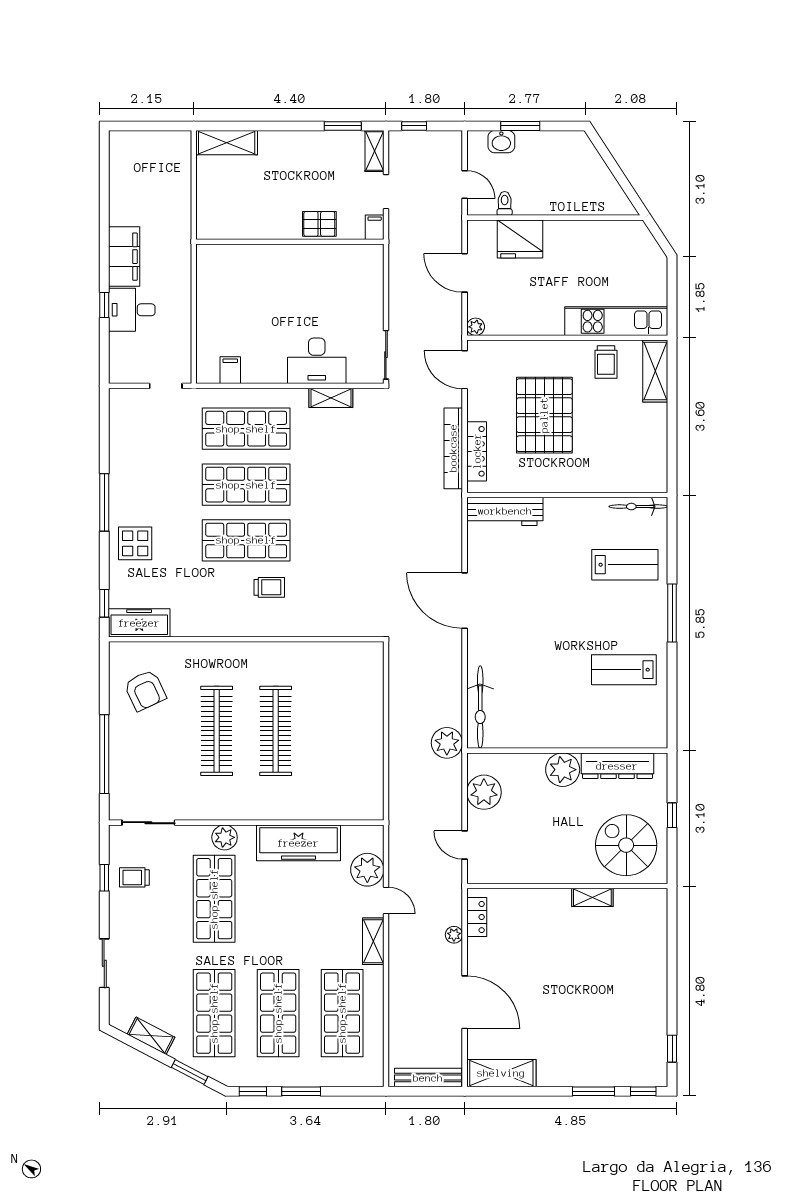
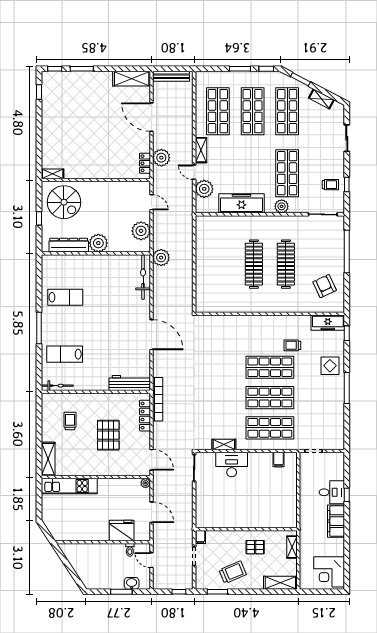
shelving: (374, 151) -> (292, 547), moved
trolley: (315, 162) -> (233, 572), added
corner desk: (137, 163) -> (329, 572), added
pallet: (319, 224) -> (255, 547), moved
trolley: (606, 362) -> (70, 421), moved
pallet: (544, 415) -> (108, 435), width x0.73, depth x0.71
bookcase: (453, 448) -> (158, 399), moved
trolley: (269, 587) -> (292, 345), moved
shelving: (592, 897) -> (53, 174), moved
plant: (454, 935) -> (161, 158), width x1.87, depth x1.87

